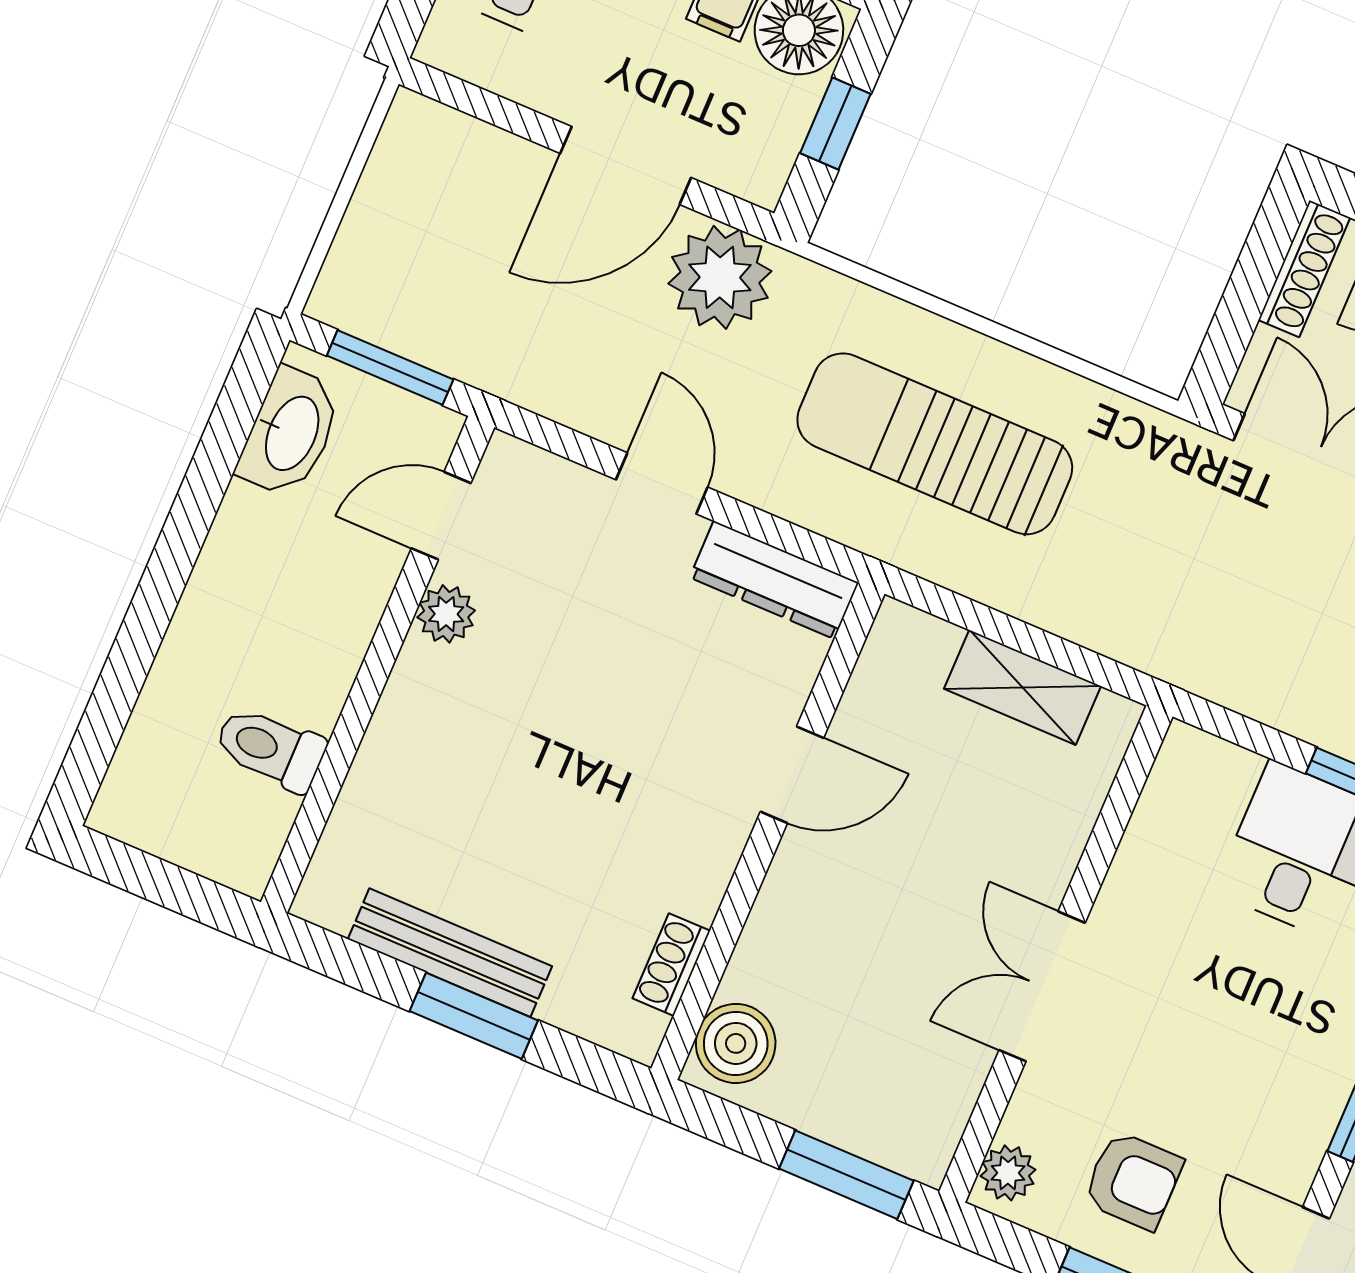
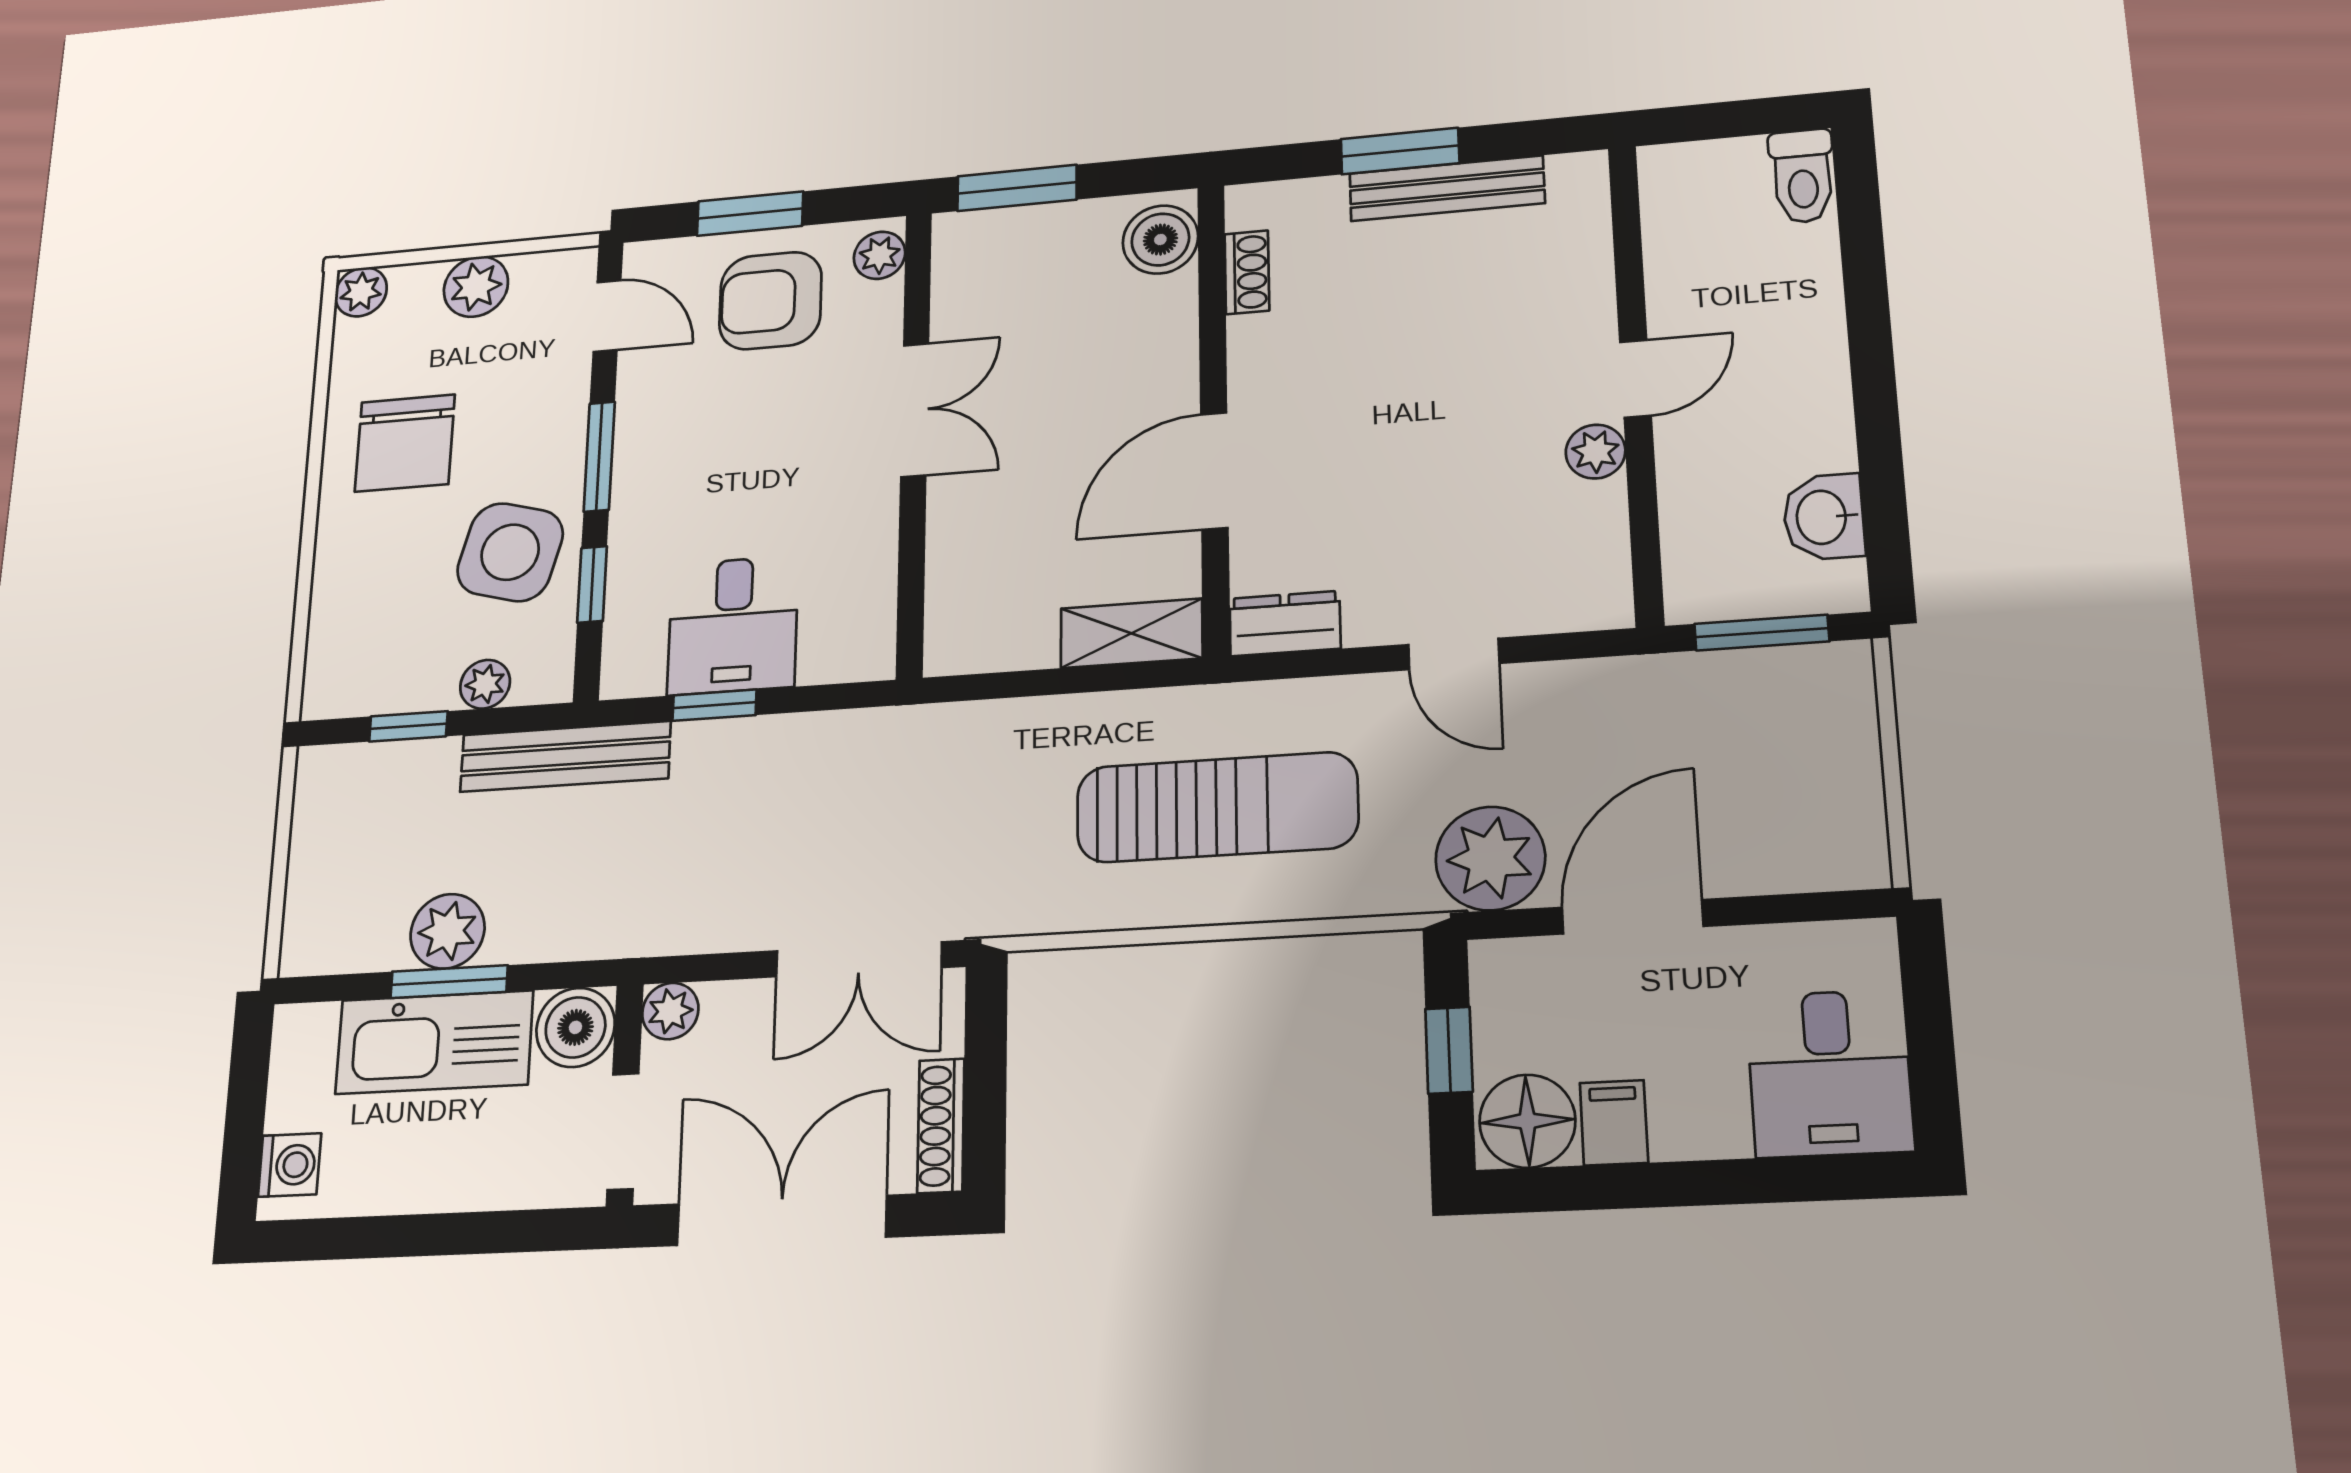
washbasin: (290, 433) -> (1824, 517), width x0.72
door: (441, 516) -> (1635, 379), moved
dresser: (774, 580) -> (1285, 624), width x0.70
shelving: (1022, 687) -> (1131, 633), moved
toilet: (270, 748) -> (1802, 176), moved, turned 90
door: (792, 775) -> (1214, 471), width x1.38
armchair: (1133, 1181) -> (770, 301), width x1.38, depth x1.38

